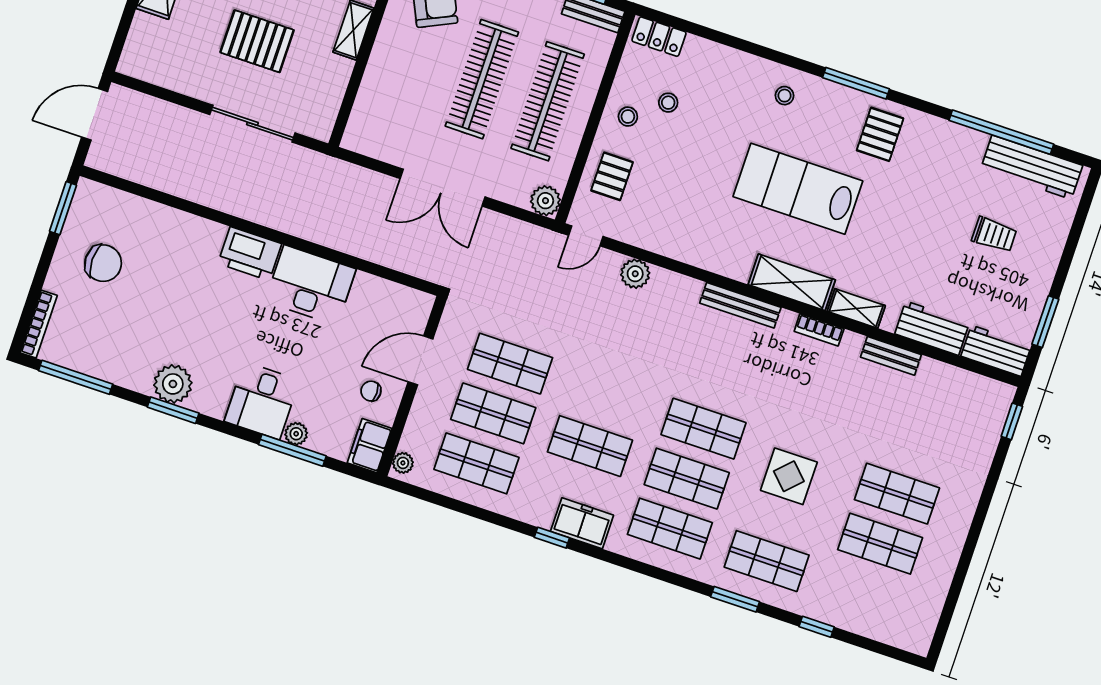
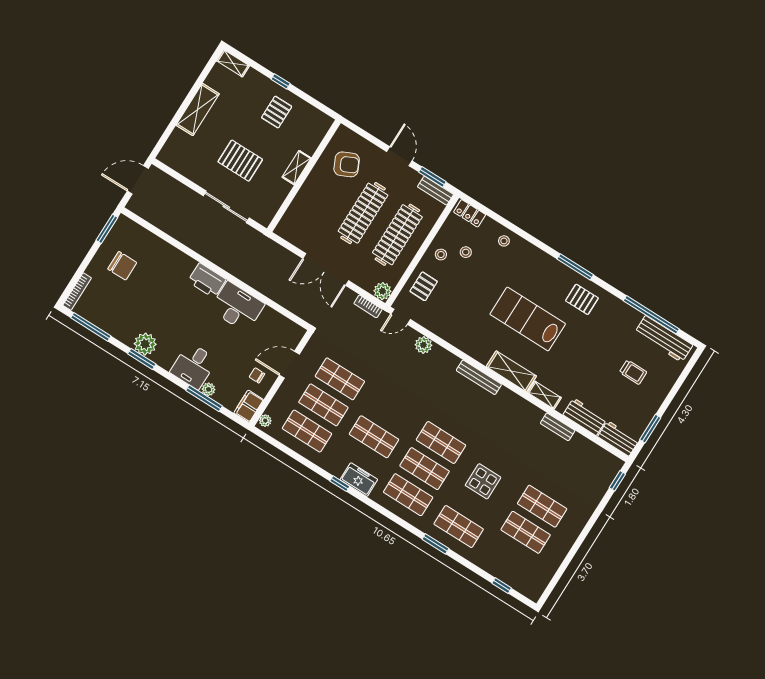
stool: (785, 96) -> (504, 241), moved
pallet: (880, 134) -> (582, 299), turned 90
bookcase: (819, 330) -> (368, 306), moved
window: (817, 627) -> (502, 586), moved

